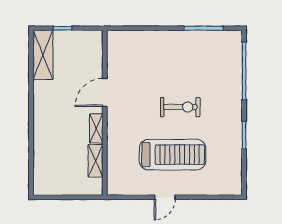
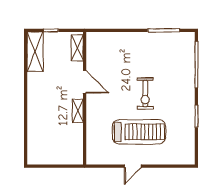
door: (105, 92) -> (85, 82), swing flipped
exercise bike: (180, 107) -> (145, 94), turned 90
shelving: (95, 161) -> (77, 48), moved

